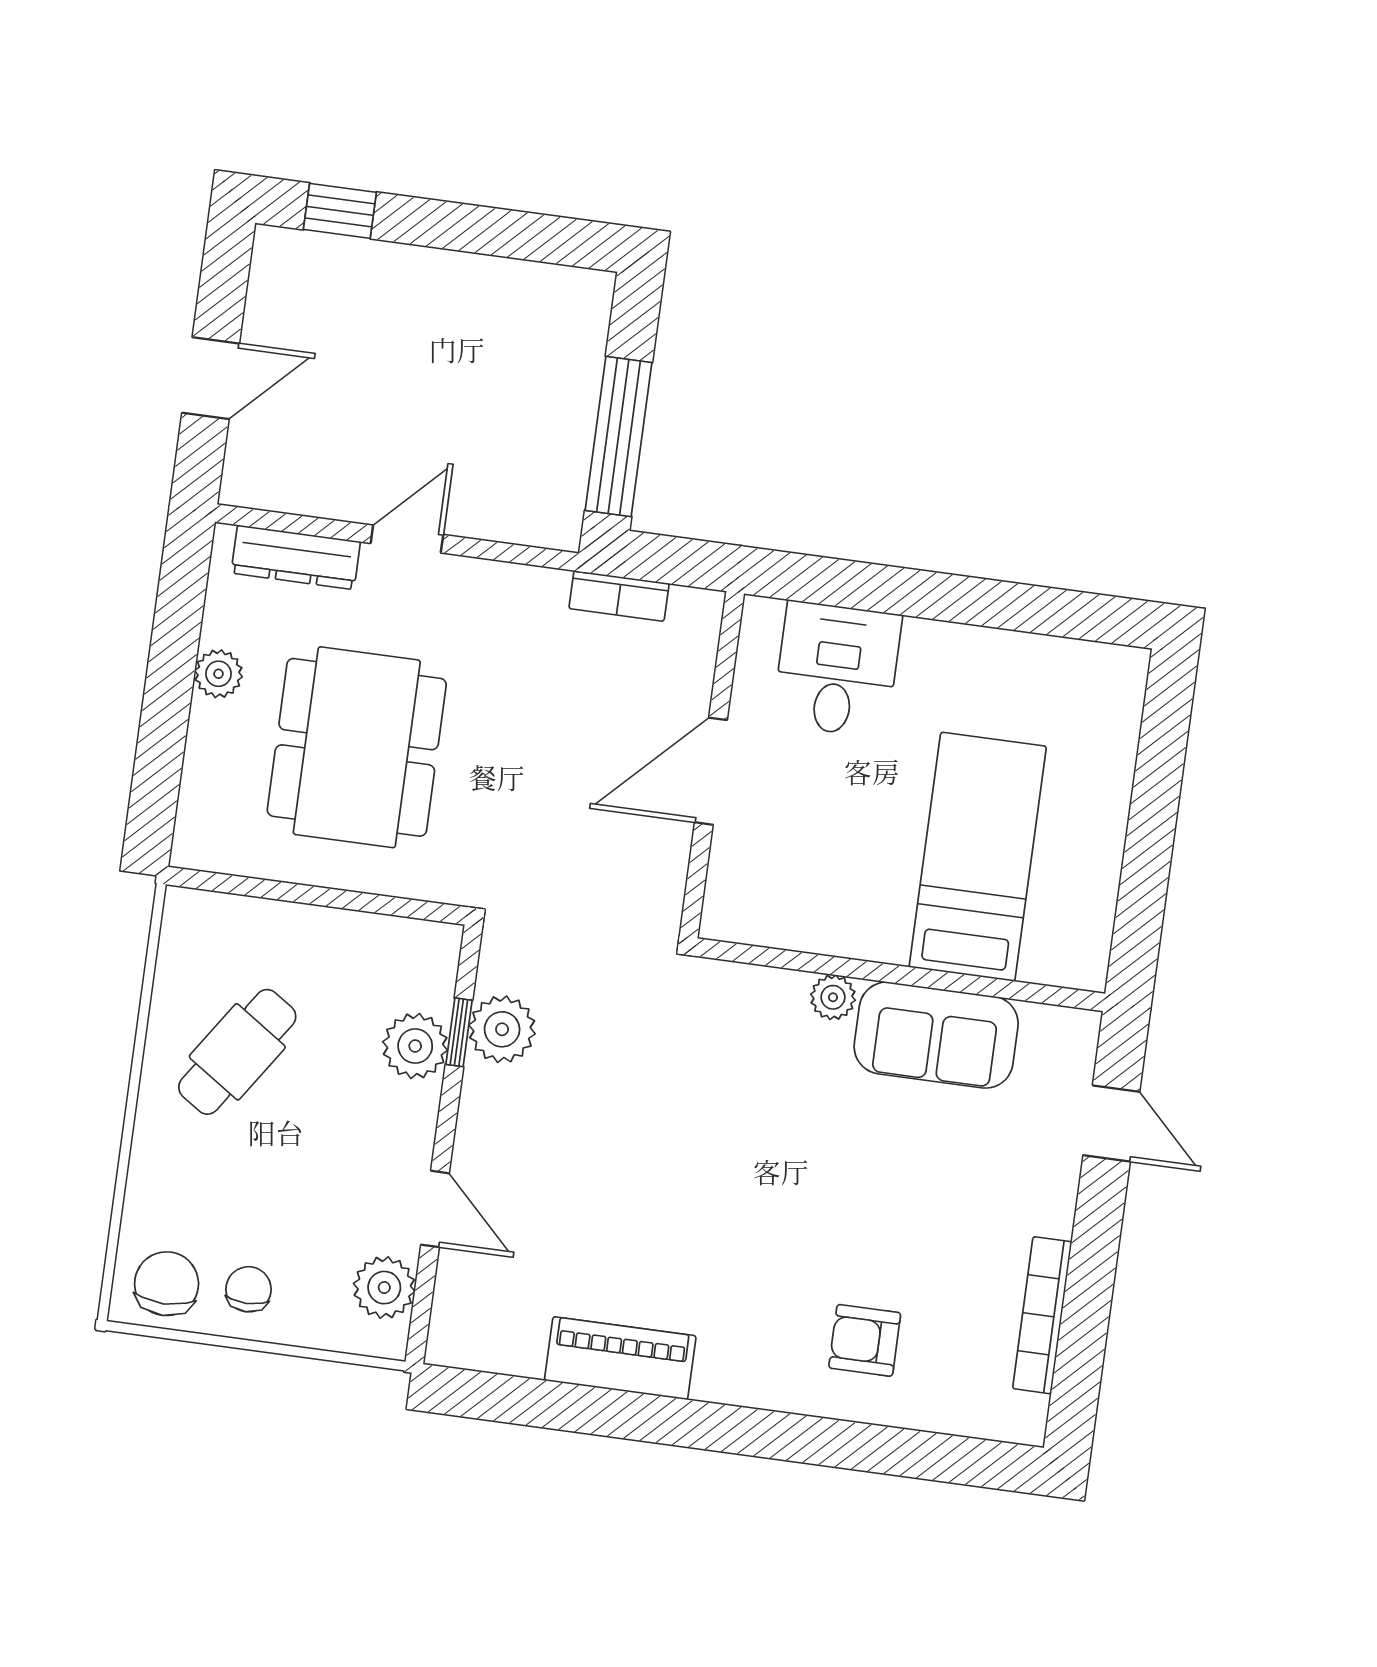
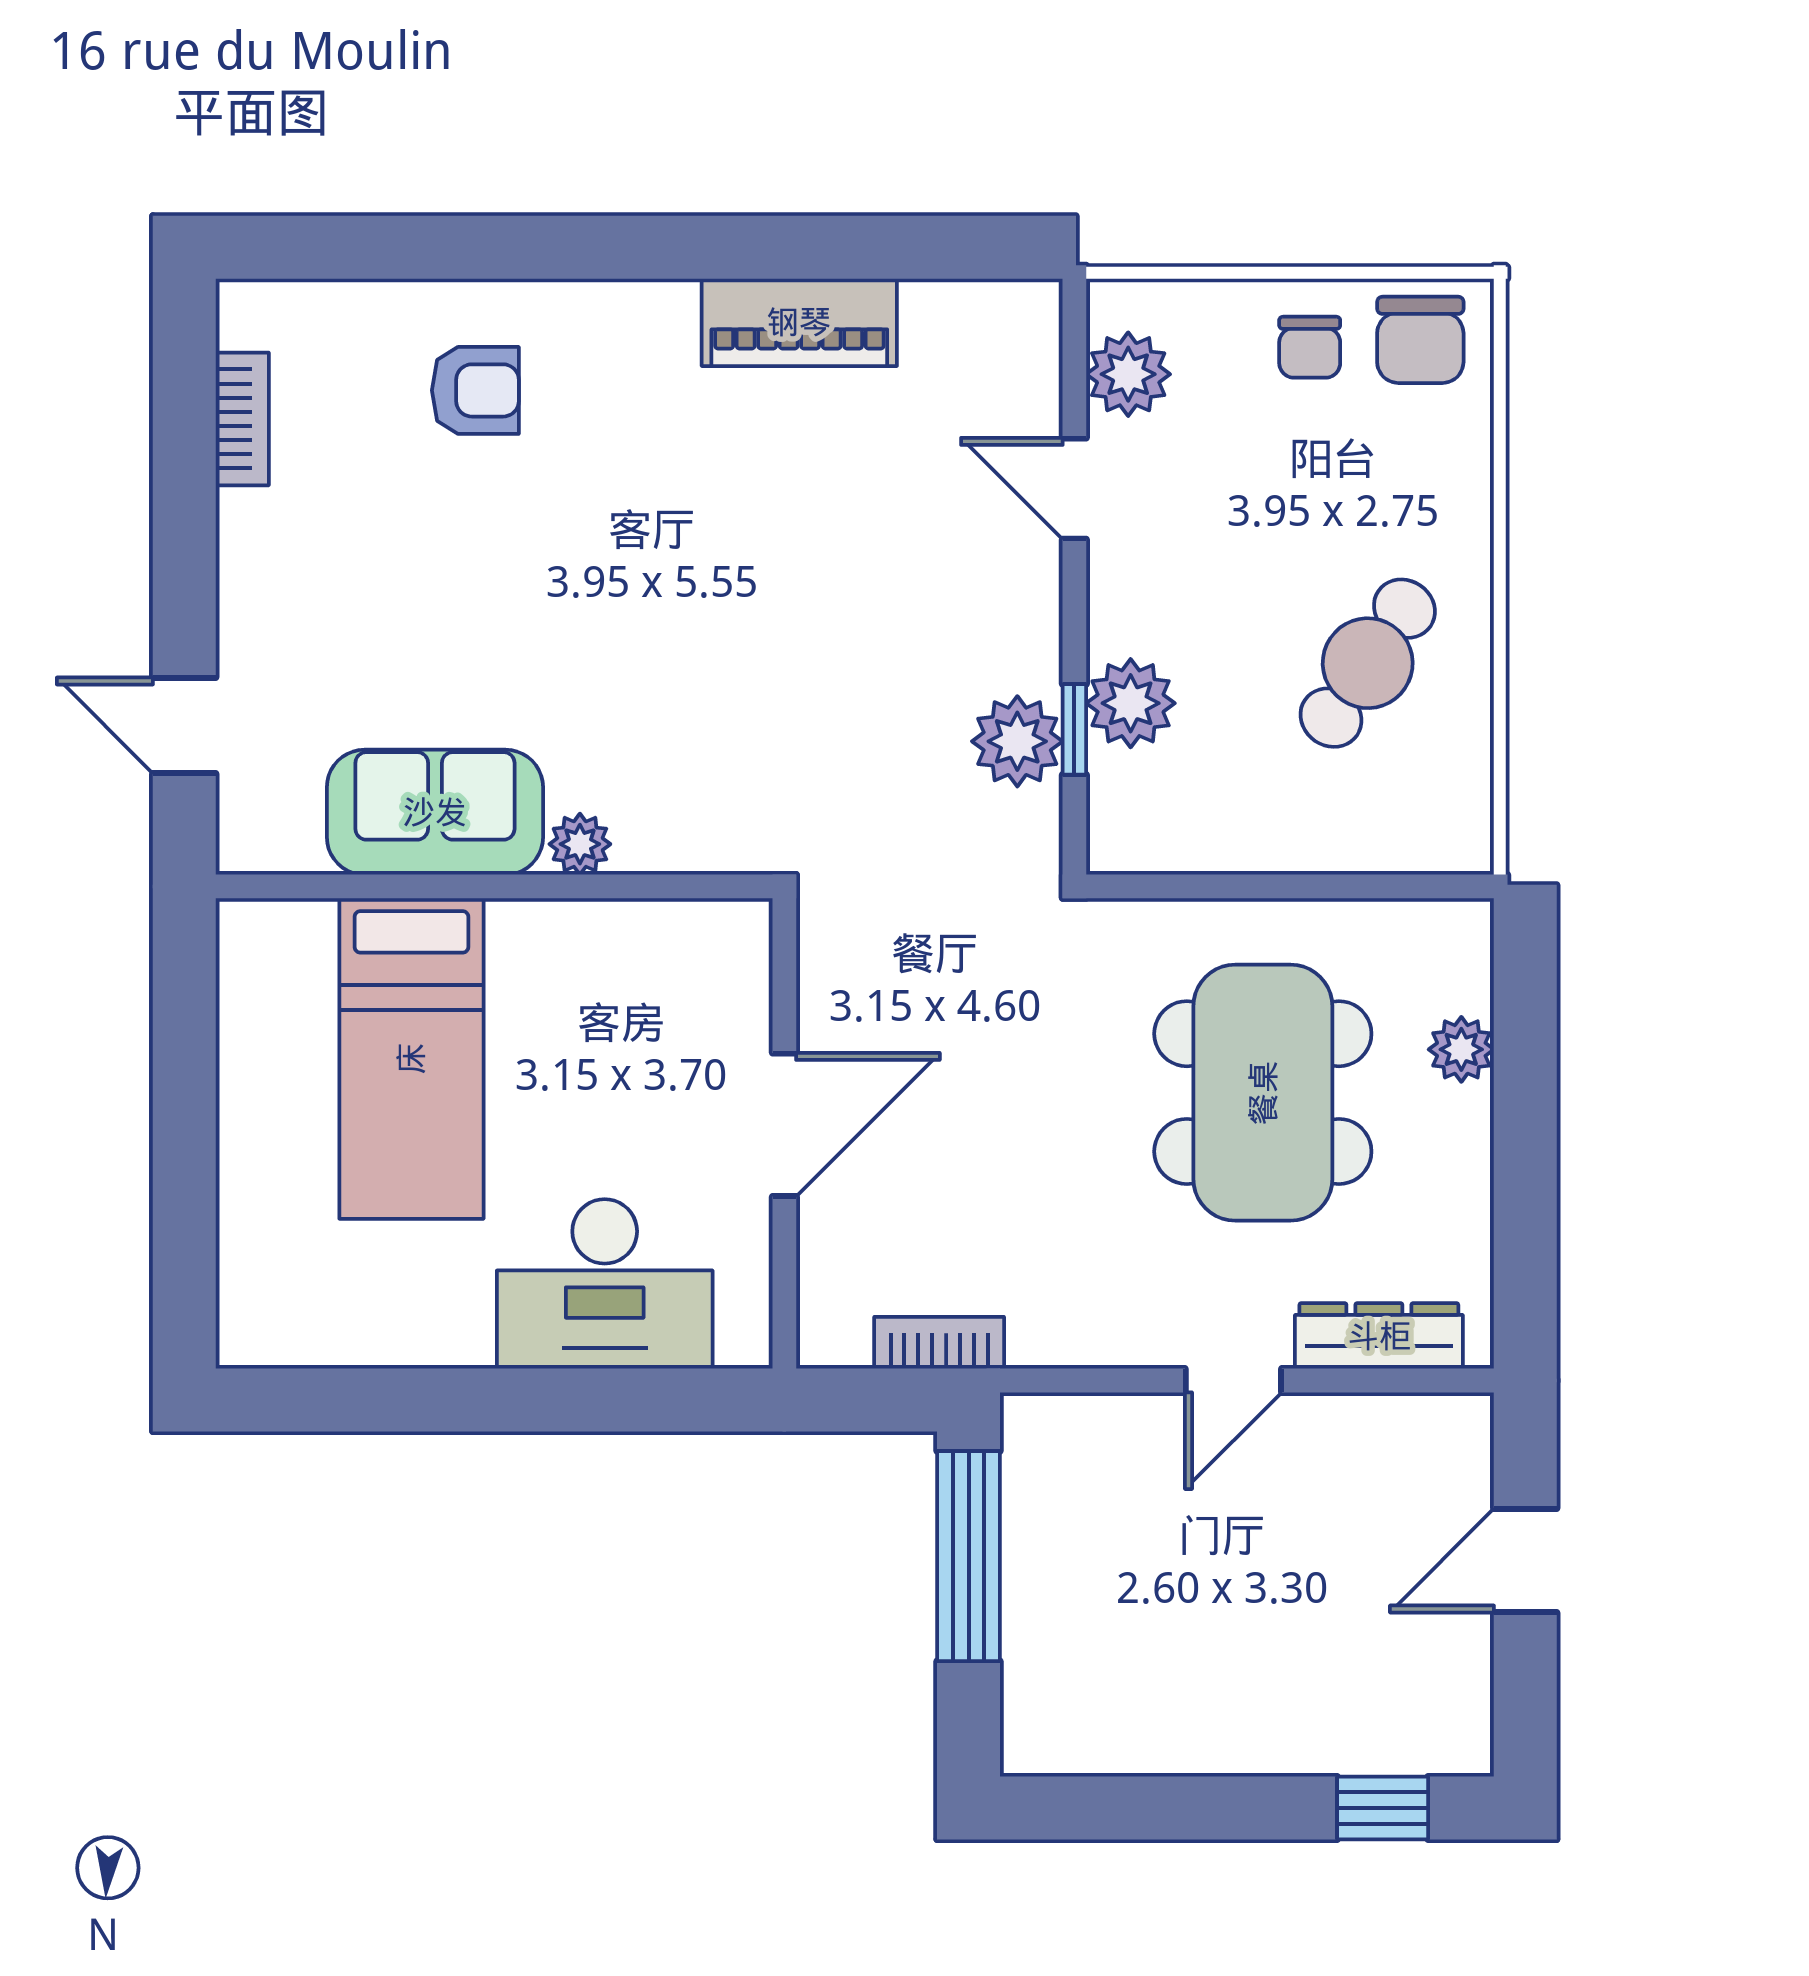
desk: (837, 669) -> (605, 1284), width x1.37
plant: (218, 674) -> (1461, 1049), moved
bookcase: (1042, 1315) -> (242, 419), width x0.64

